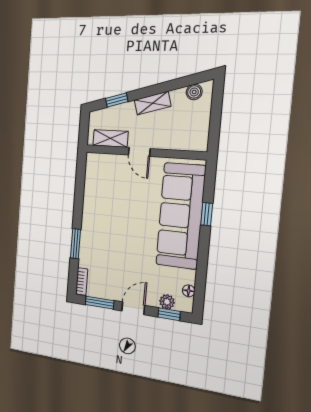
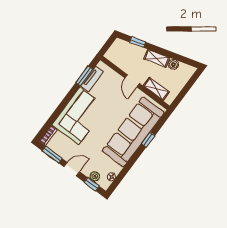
boiler: (194, 92) -> (173, 64), moved
shelving: (110, 138) -> (156, 89), moved
tv unit: (91, 181) -> (92, 79), added
corner sofa: (103, 236) -> (79, 116), added
window: (75, 244) -> (84, 76), moved

